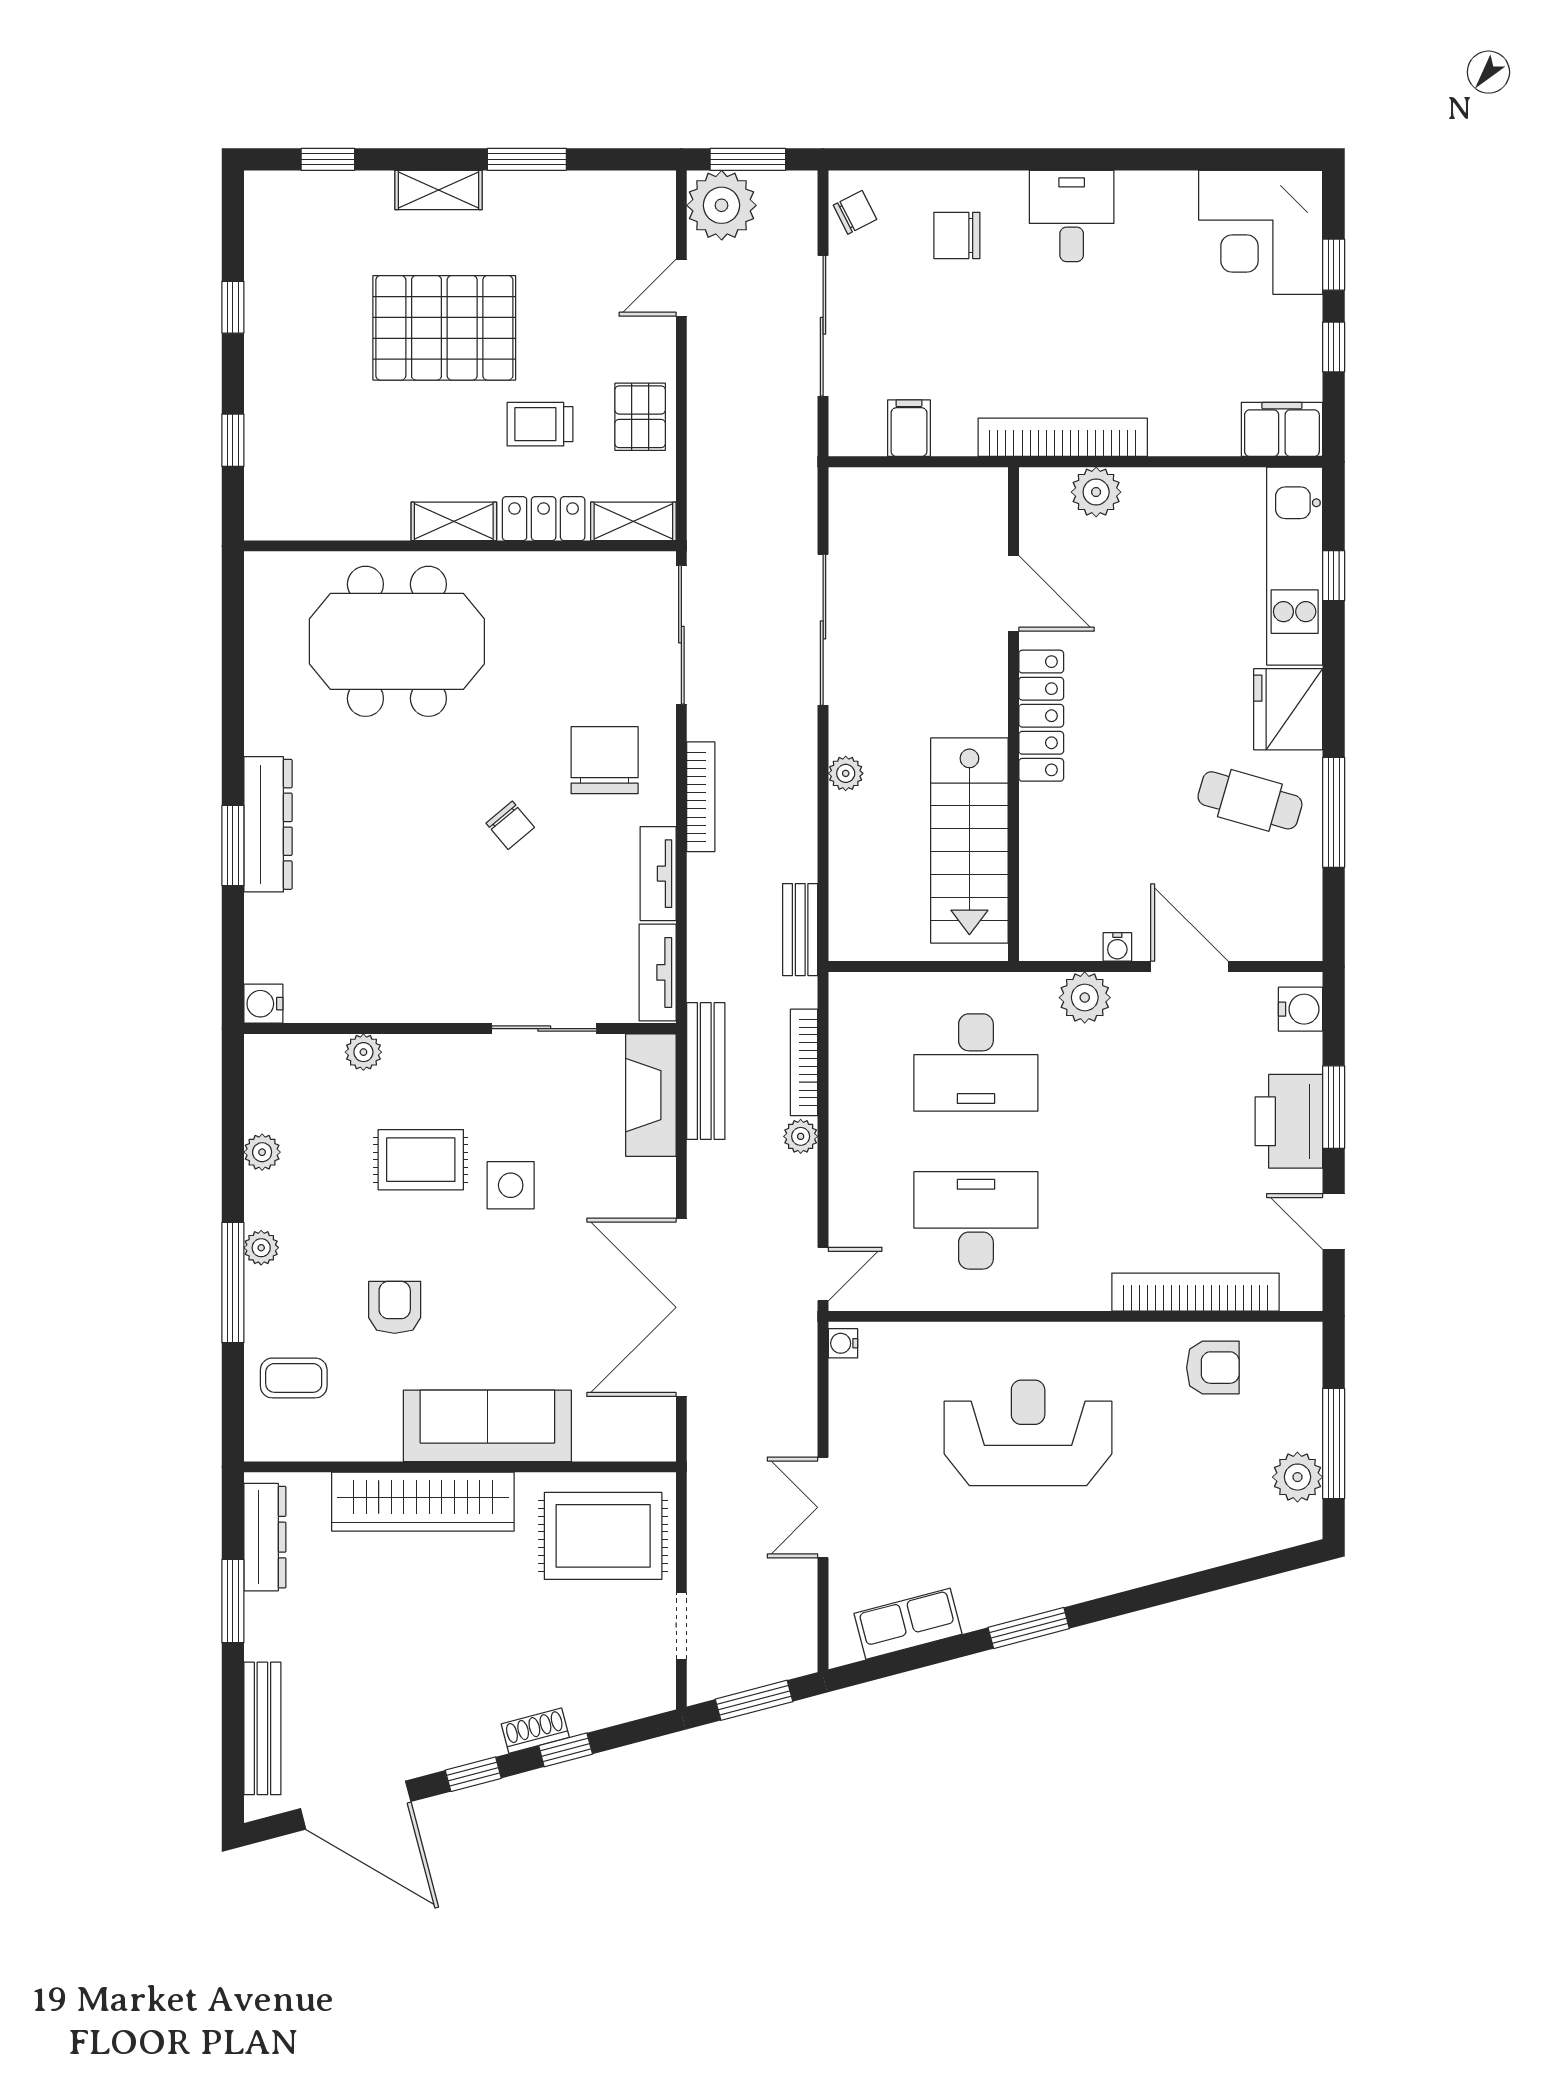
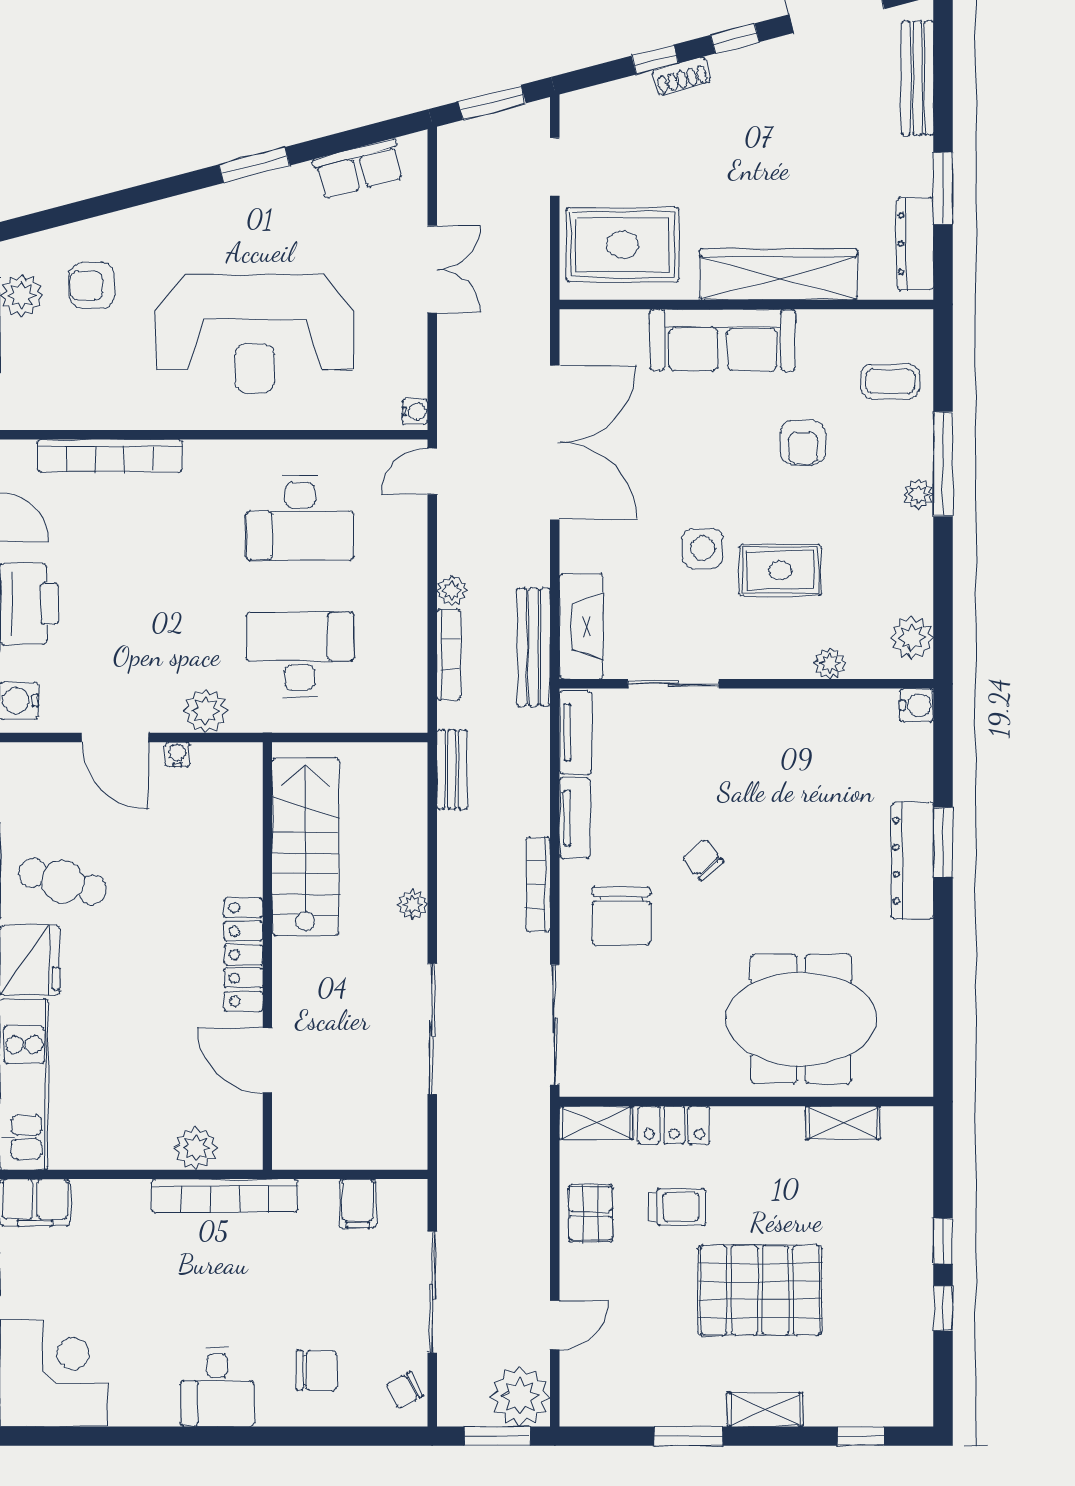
window: (233, 440) -> (943, 1241), moved
shelving: (454, 521) -> (843, 1123), moved
plant: (262, 1152) -> (912, 638), moved, width x1.38, depth x1.38
armchair: (1213, 1368) -> (92, 285), moved
reception desk: (1028, 1433) -> (255, 334), width x1.36, depth x1.30

